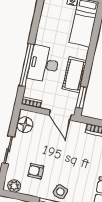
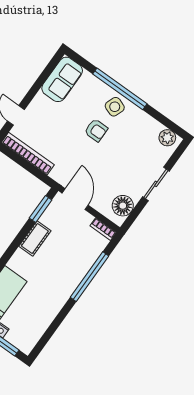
desk: (44, 64) -> (68, 269), removed
cot: (74, 75) -> (35, 239), width x0.73, depth x0.75
armchair: (36, 171) -> (96, 130), moved

